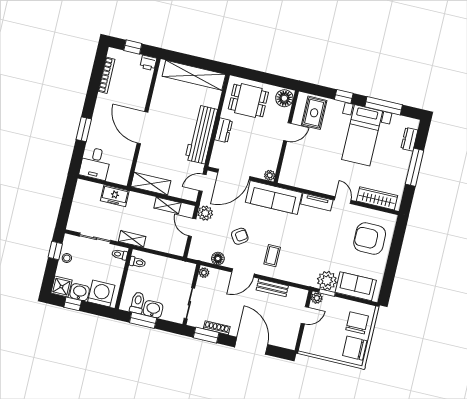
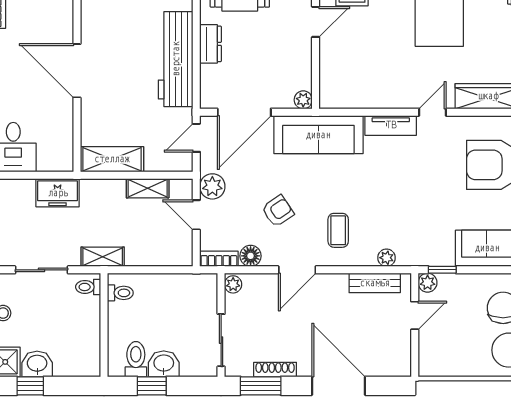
door: (343, 200) -> (433, 112), hinge flipped
bookcase: (199, 256) -> (219, 259), added
plant: (327, 281) -> (386, 258), moved, width x0.53, depth x0.53
bench: (272, 288) -> (375, 283), moved
washing machine: (101, 293) -> (73, 358), removed
window: (143, 320) -> (152, 386), width x0.67

